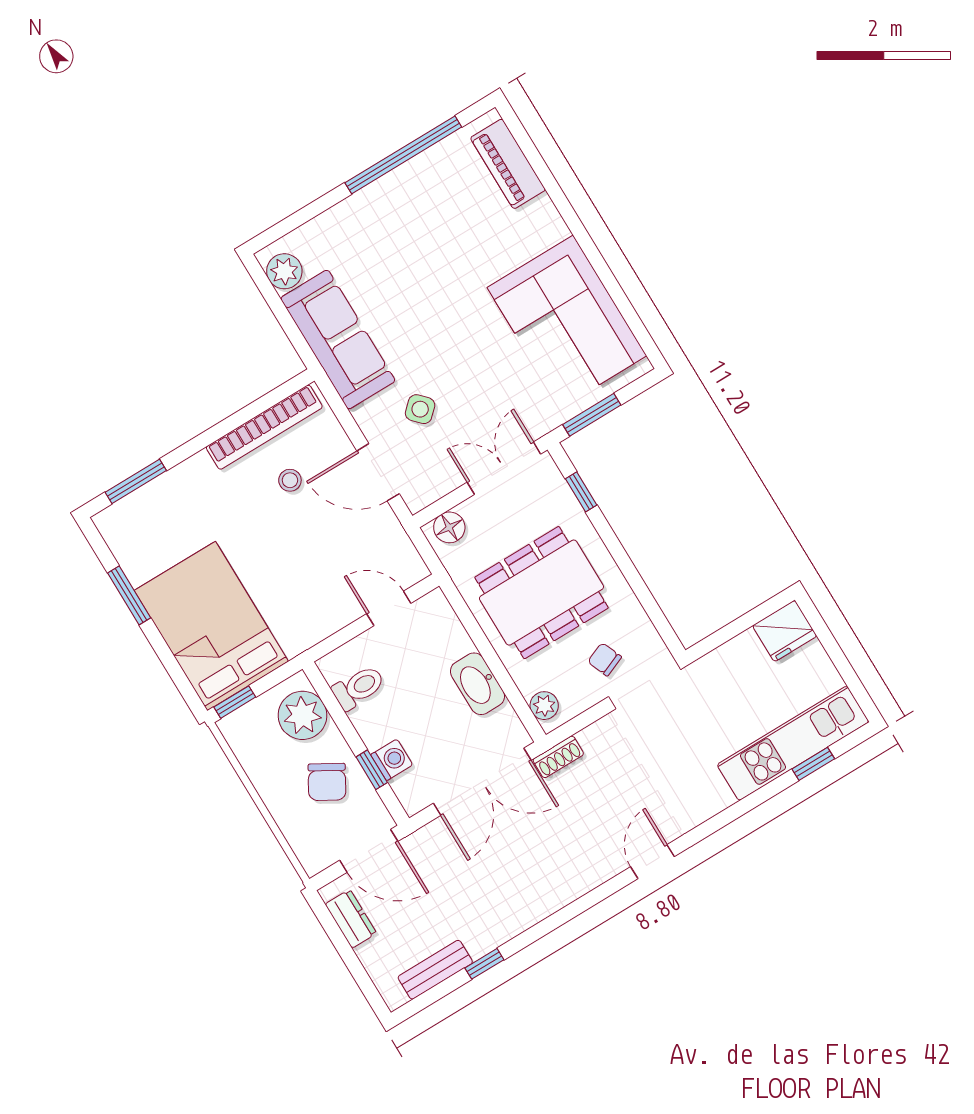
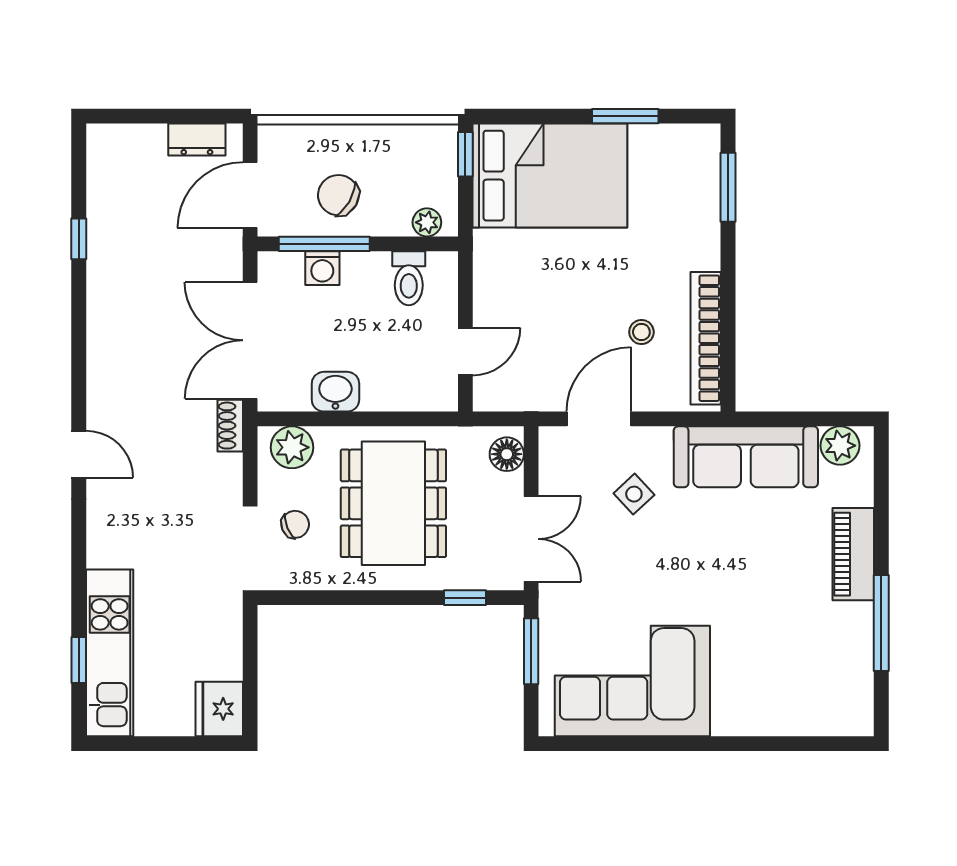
window: (403, 155) -> (881, 623), width x0.68
piano: (508, 164) -> (853, 554), moved, turned -90
washbasin: (478, 684) -> (335, 392), width x0.72
plant: (544, 706) -> (292, 447), width x1.38, depth x1.38
plant: (302, 715) -> (427, 222), width x0.53, depth x0.53
window: (372, 770) -> (324, 244), width x2.17
bench: (435, 970) -> (101, 190), removed

